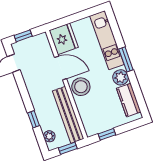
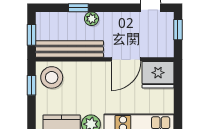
stool: (81, 87) -> (52, 77), moved
plant: (49, 136) -> (92, 19), moved

